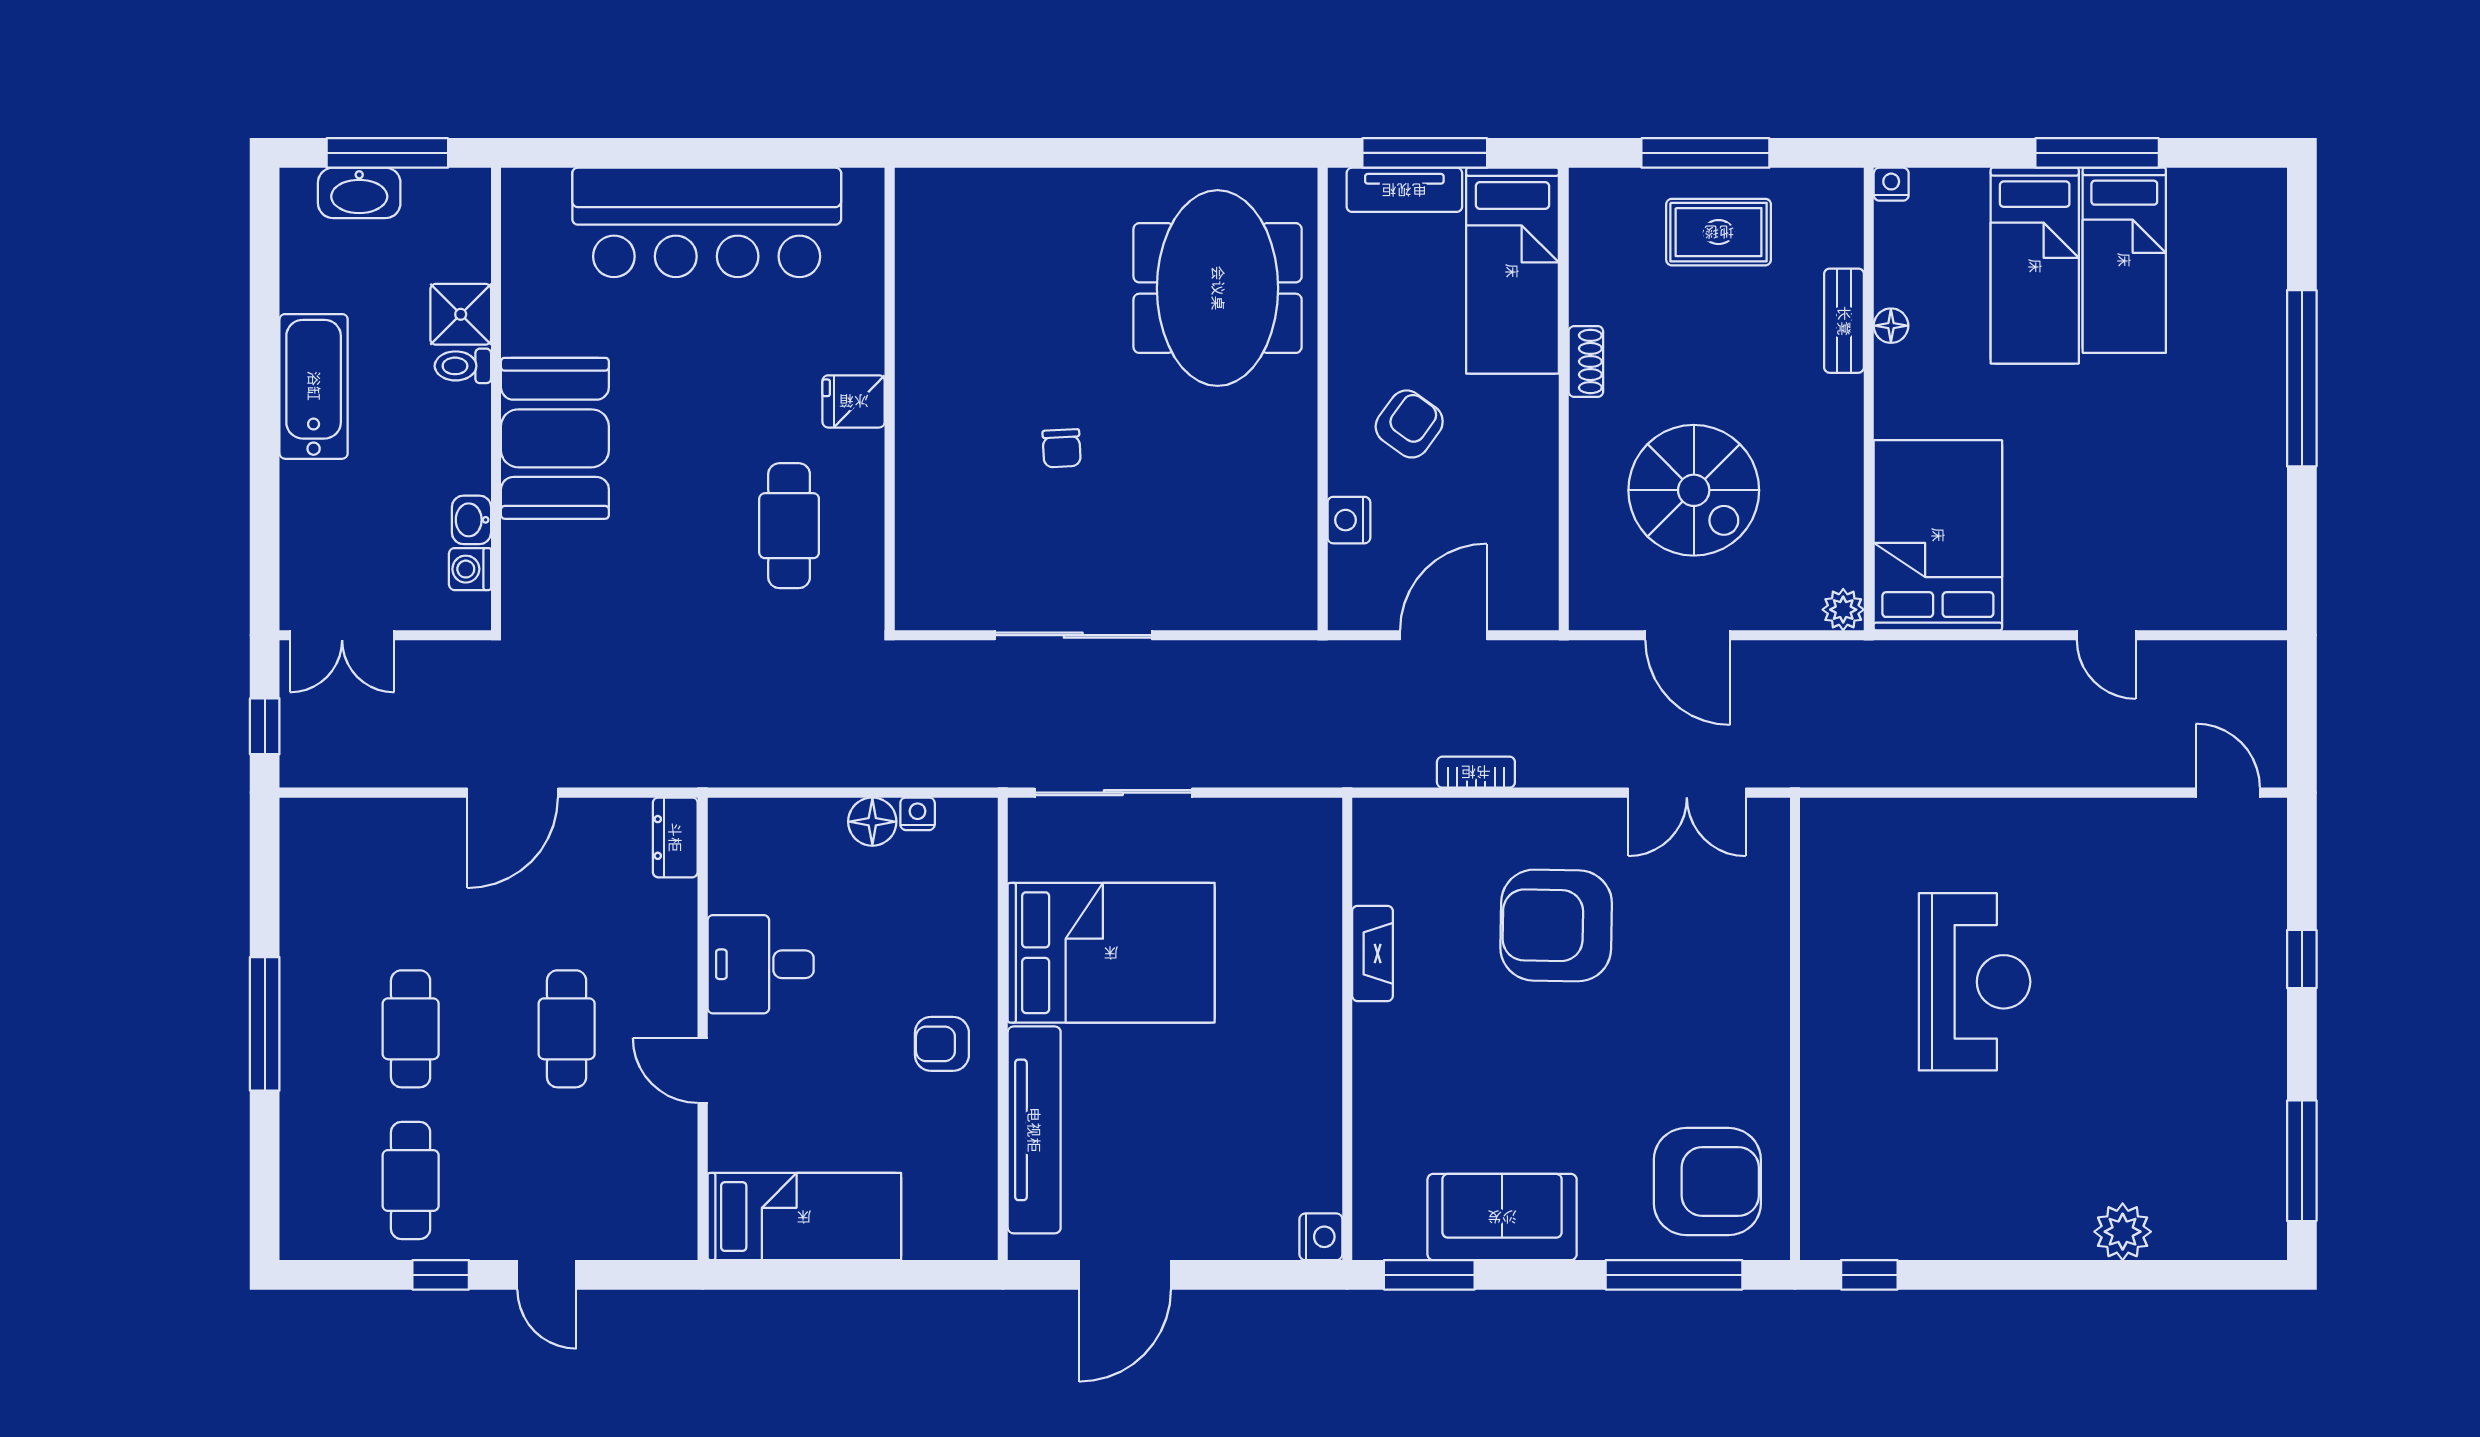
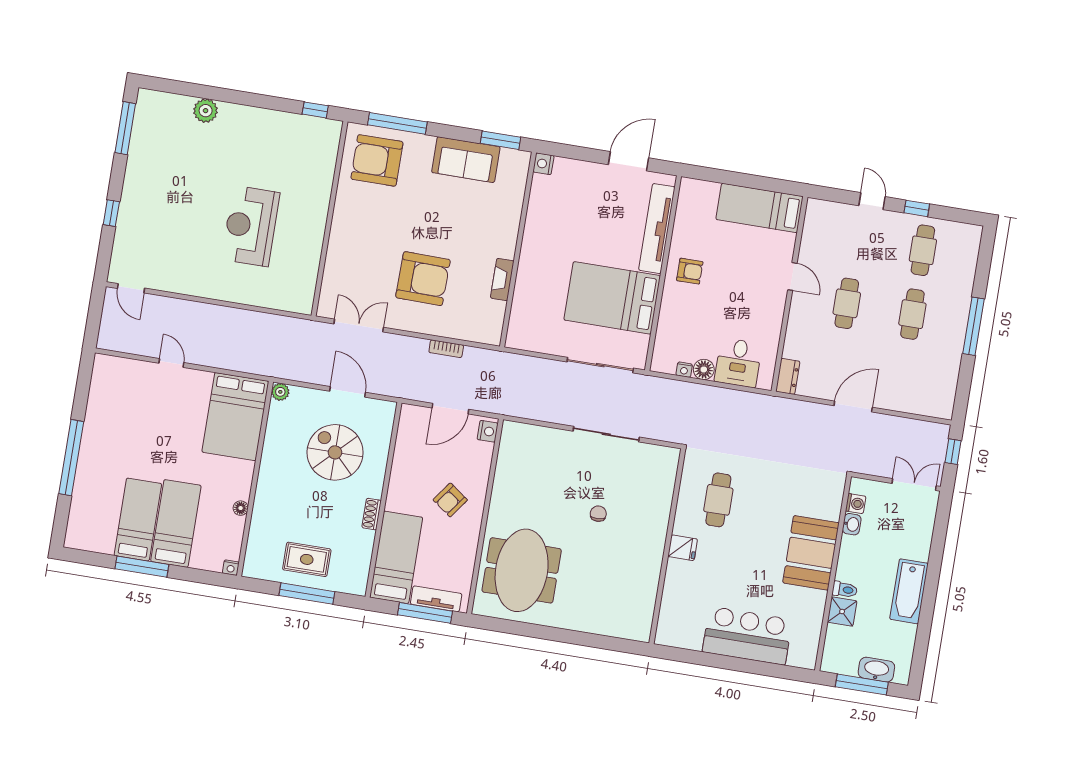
bar counter: (707, 222) -> (747, 636), width x0.73
bench: (1844, 321) -> (260, 513), removed
nightstand: (1349, 520) -> (488, 431), moved
desk: (761, 964) -> (738, 363), moved, turned 90

